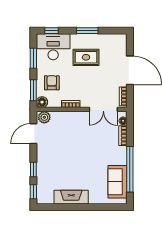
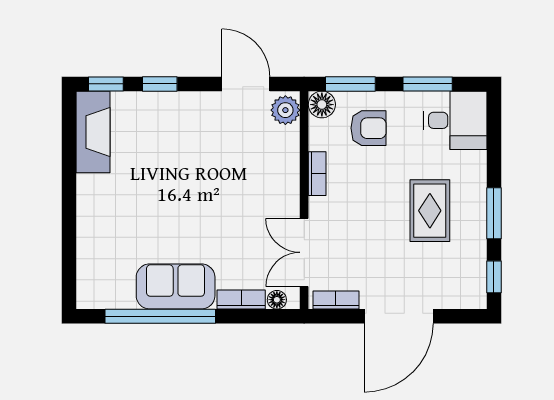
window: (52, 31) -> (494, 277), moved
desk: (53, 47) -> (455, 120), width x0.73
sofa: (118, 182) -> (176, 286), moved
fireplace: (71, 197) -> (93, 132), moved

